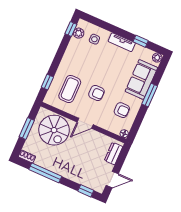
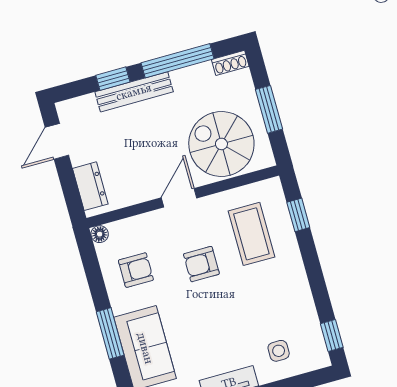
plant: (79, 33) -> (313, 339), removed
armchair: (122, 110) -> (136, 270), turned 180
bench: (70, 174) -> (134, 92), added
window: (86, 191) -> (113, 79), moved

